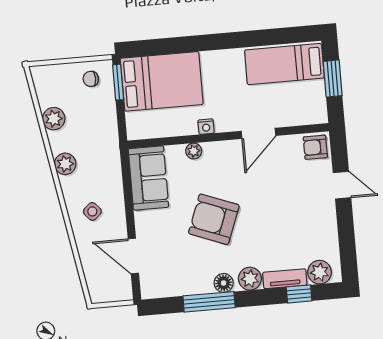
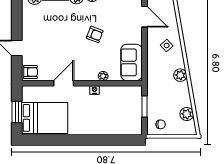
bed: (284, 64) -> (45, 118), width x1.50
bed: (162, 81) -> (119, 119), removed
window: (118, 82) -> (145, 107), moved
plant: (54, 119) -> (187, 114), moved
armchair: (214, 219) -> (95, 34), width x0.53, depth x0.53

